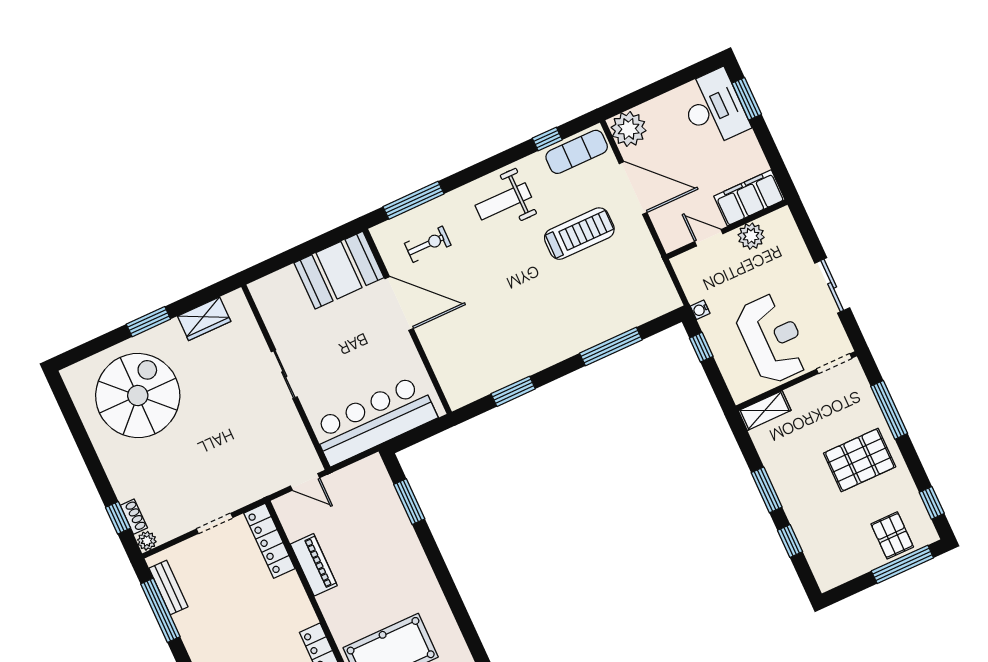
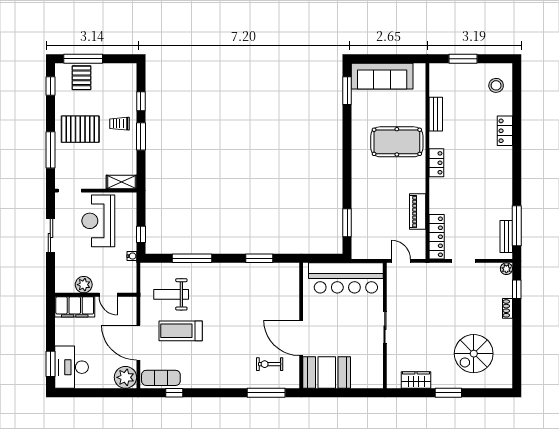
weight bench: (503, 201) -> (171, 294), moved, turned 180
spiral stairs: (138, 396) -> (474, 354), width x0.73, depth x0.73
trolley: (806, 494) -> (119, 124), added
shoe rack: (134, 517) -> (507, 308), moved

